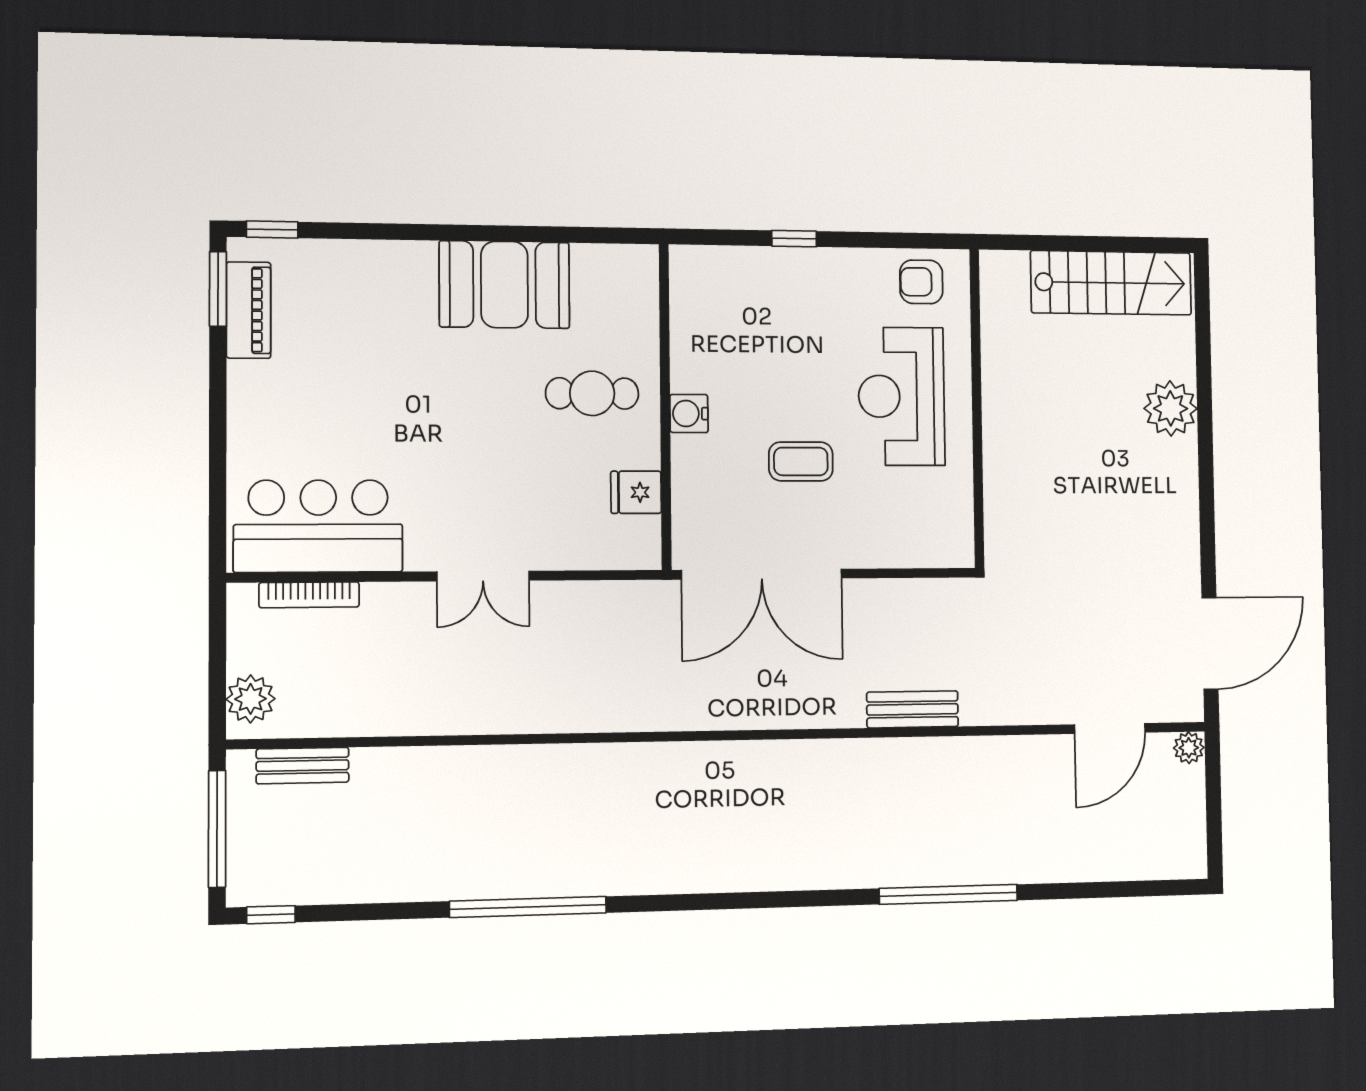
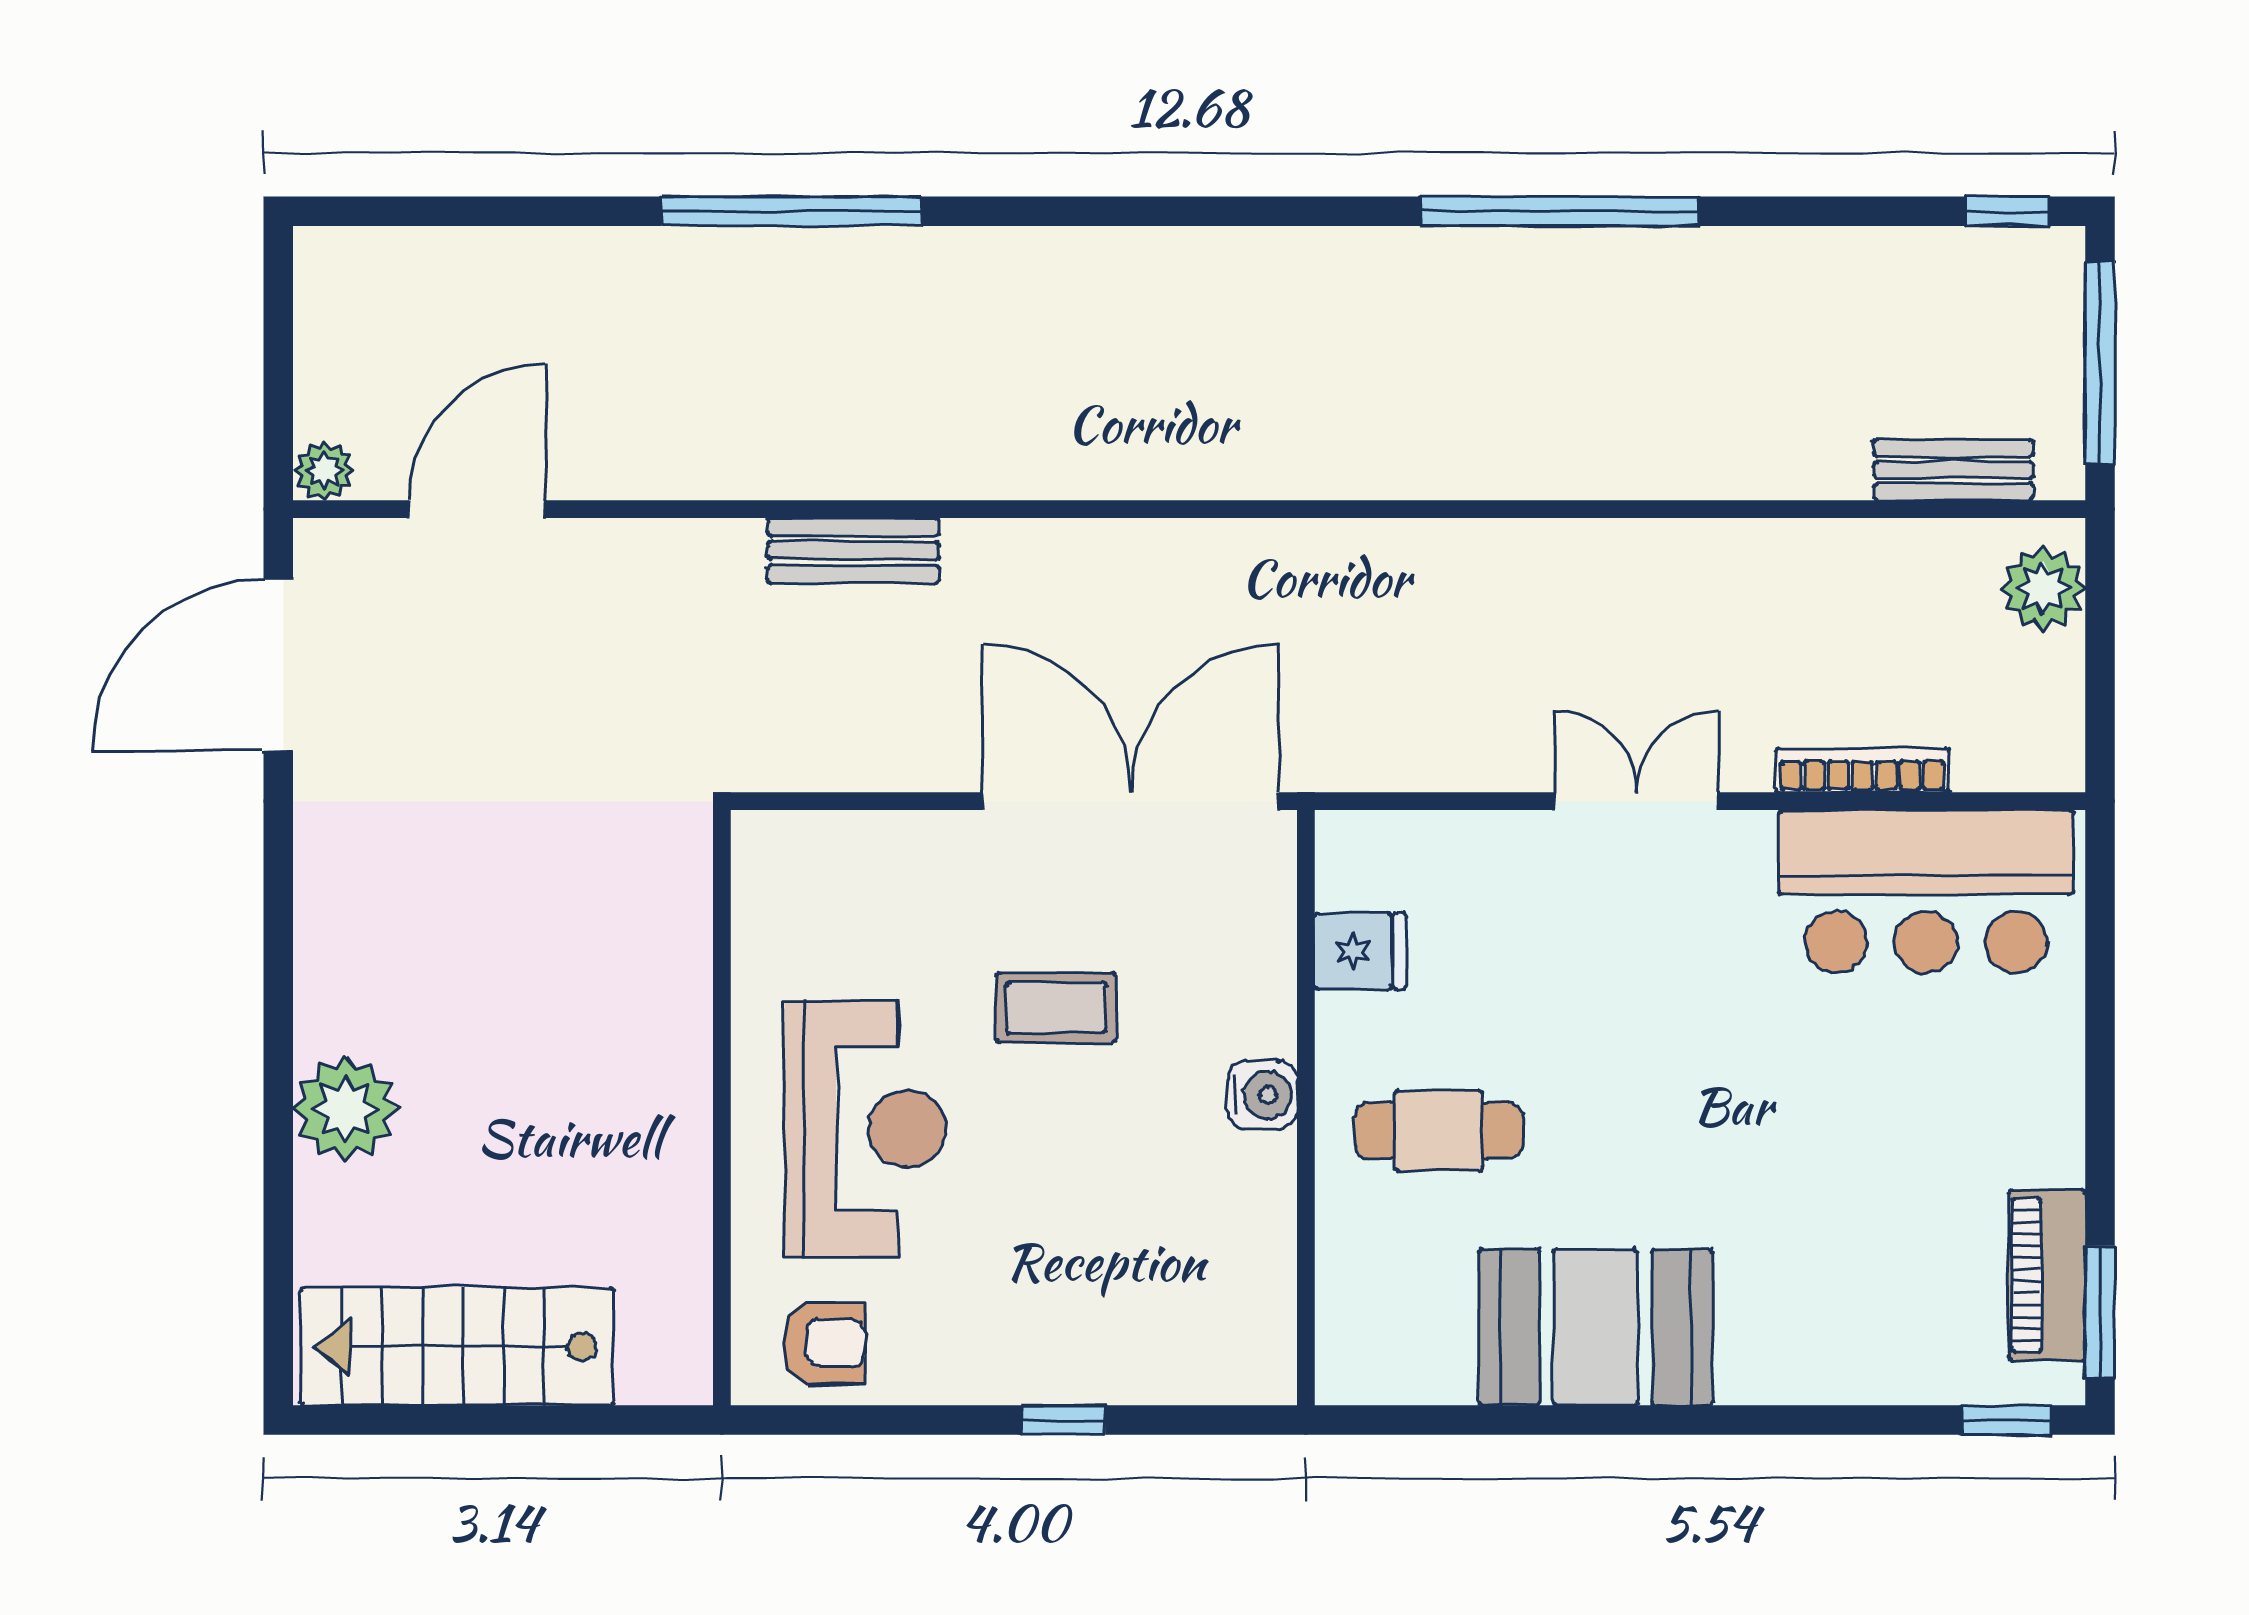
bookcase: (309, 595) -> (1862, 770), moved

